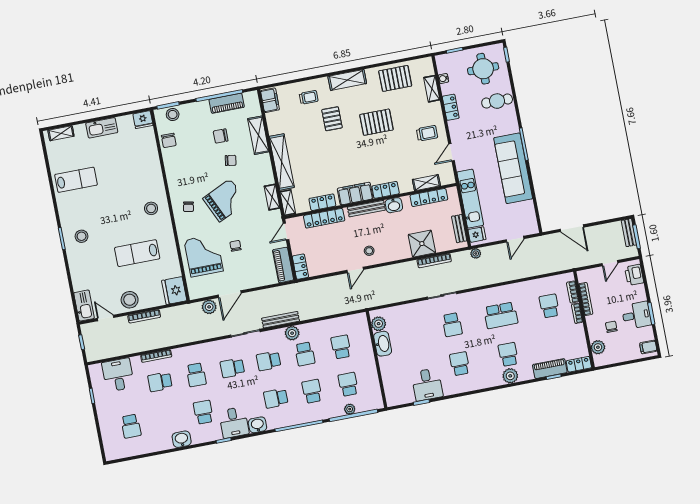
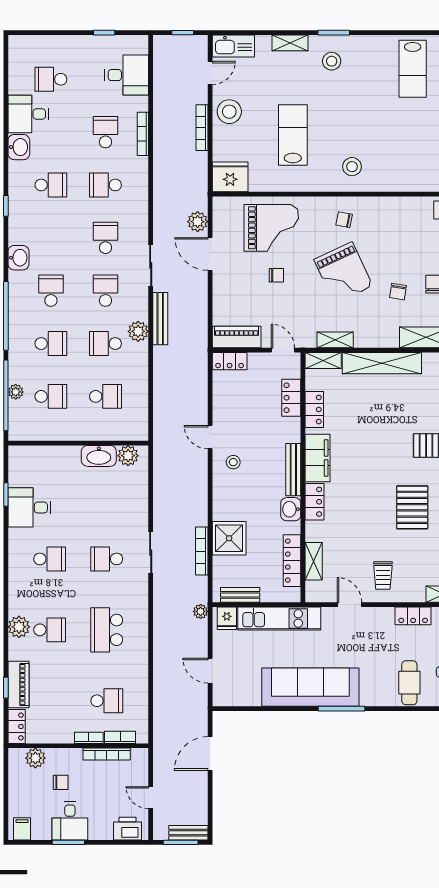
locker: (324, 218) -> (291, 398), width x0.66
shelving: (75, 267) -> (290, 43), added
desk: (234, 422) -> (28, 114), moved

